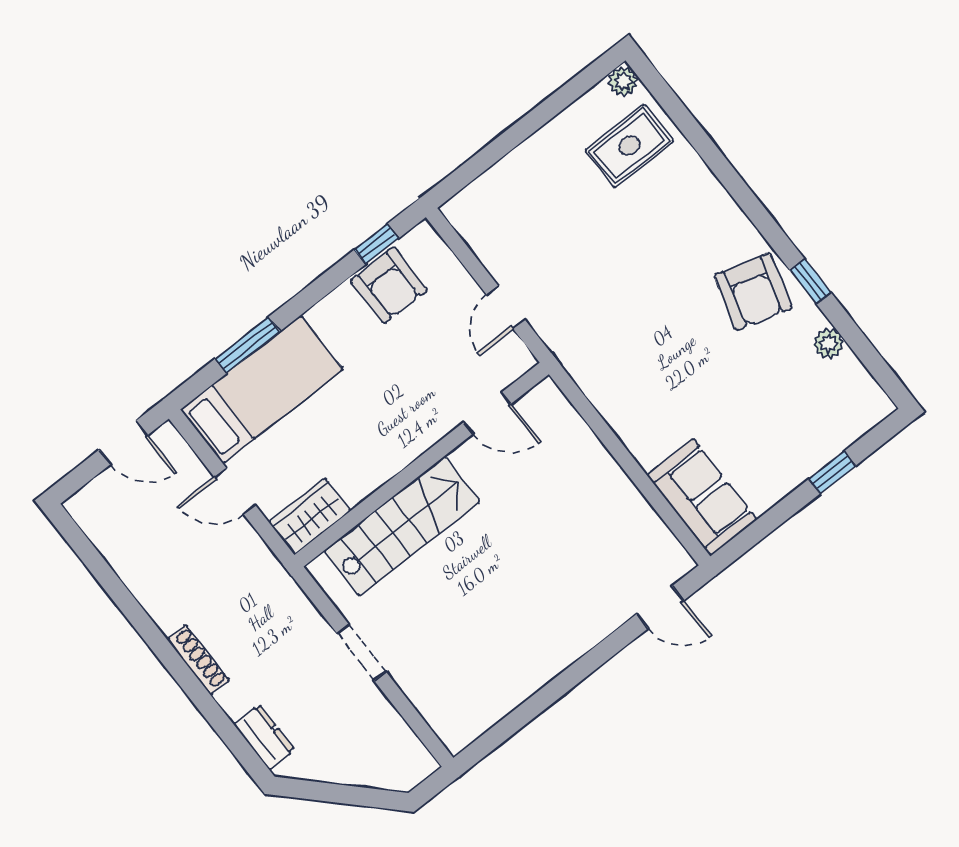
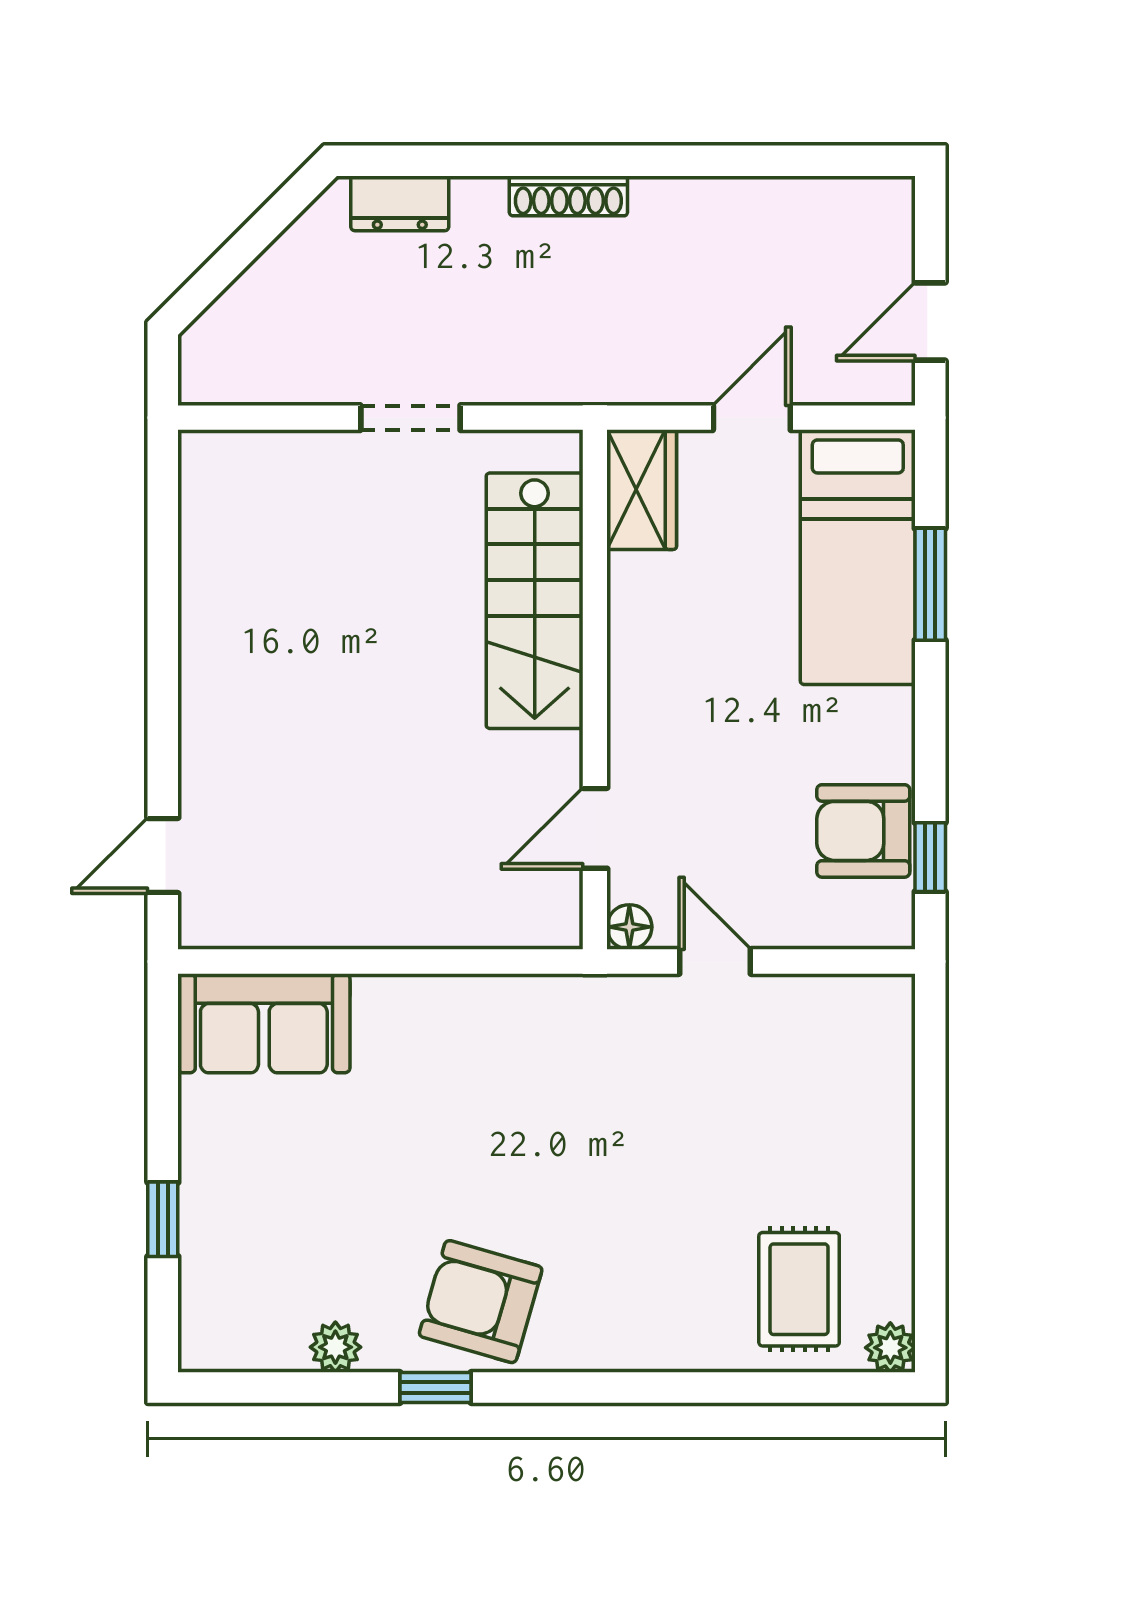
floor lamp: (521, 360) -> (629, 927), added

